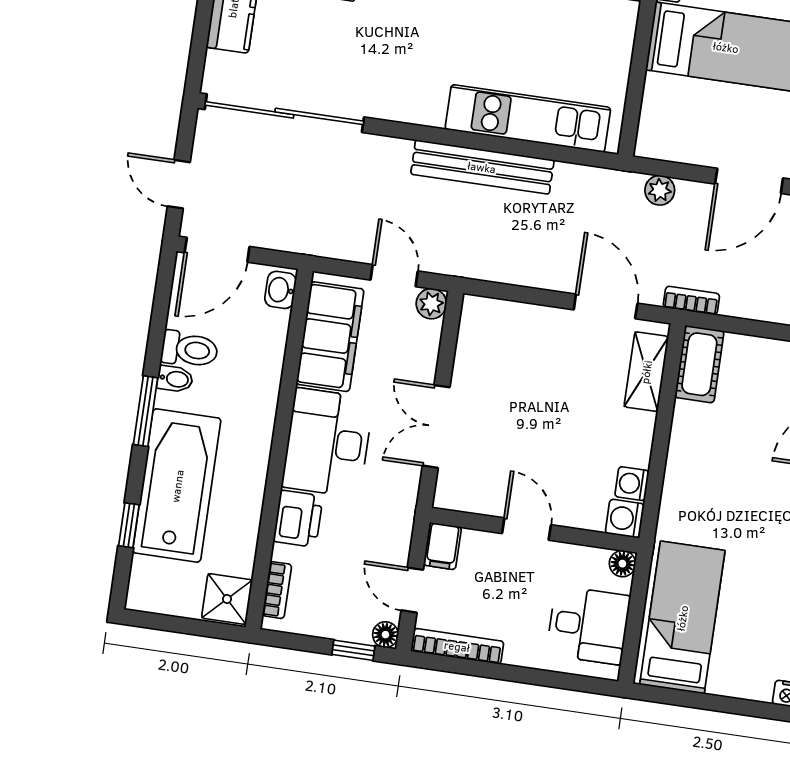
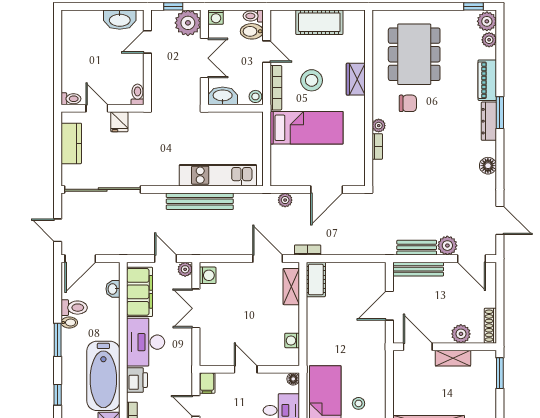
washbasin: (280, 290) -> (113, 289), moved
double door: (436, 426) -> (196, 308), moved
bathtub: (177, 486) -> (103, 376), moved, turned 180
washing machine: (625, 519) -> (208, 275), moved, turned 180
stool: (750, 634) -> (359, 403), added

